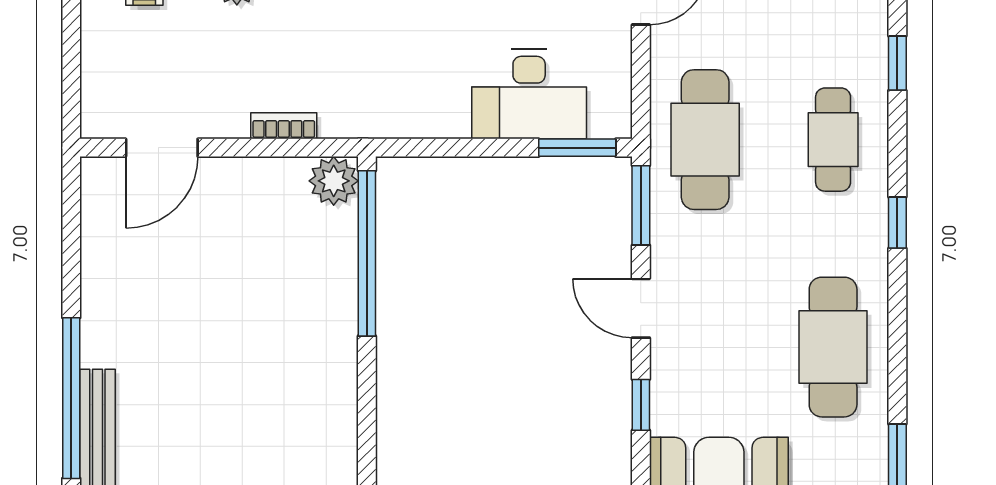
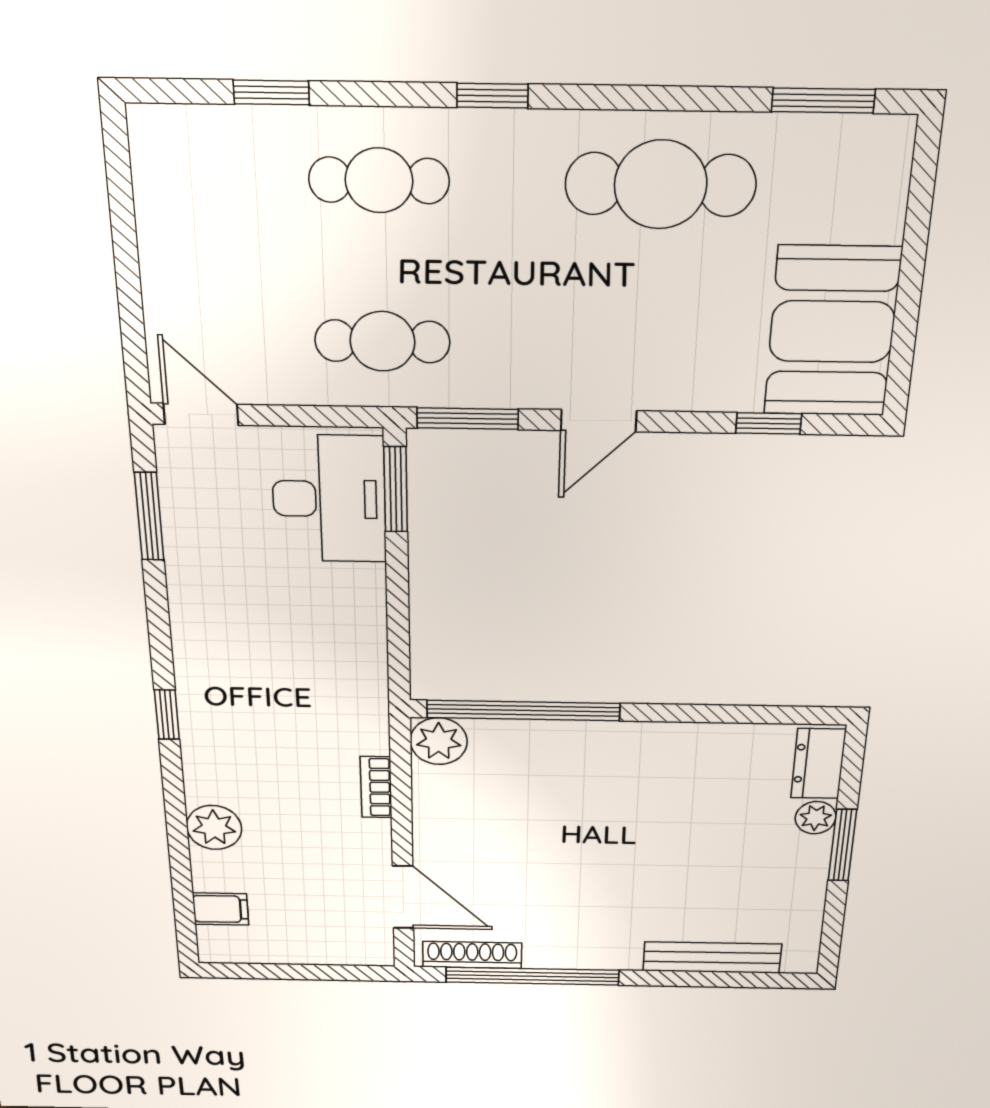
desk: (529, 94) -> (329, 499), moved
cafe table: (705, 140) -> (382, 341), width x0.73, depth x0.74
shoe rack: (95, 210) -> (472, 955), added
window: (71, 398) -> (533, 976), moved
window: (641, 405) -> (769, 423), moved

